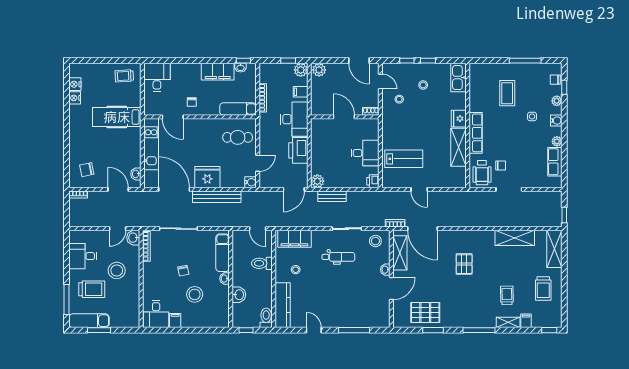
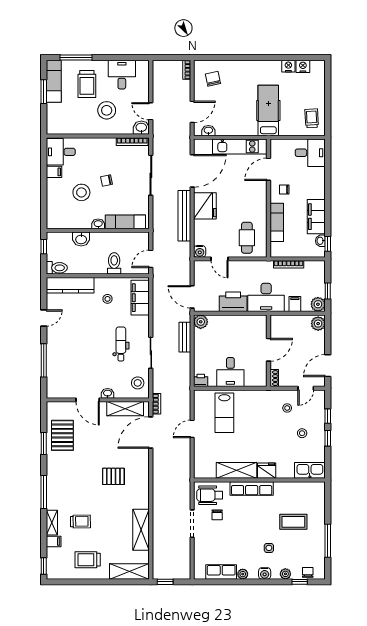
exam couch: (238, 109) -> (277, 222), moved
dental chair: (338, 257) -> (121, 344), turned 180

